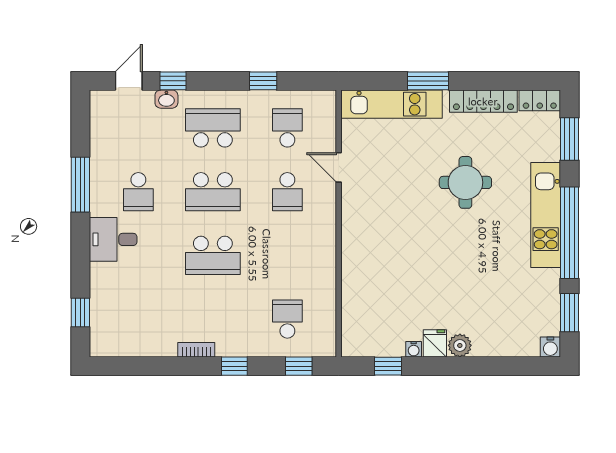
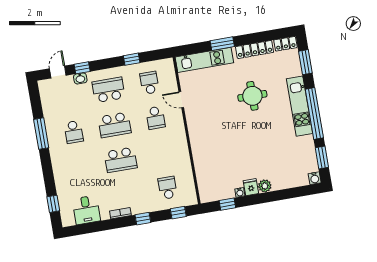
desk: (113, 239) -> (86, 210), moved, turned -90

